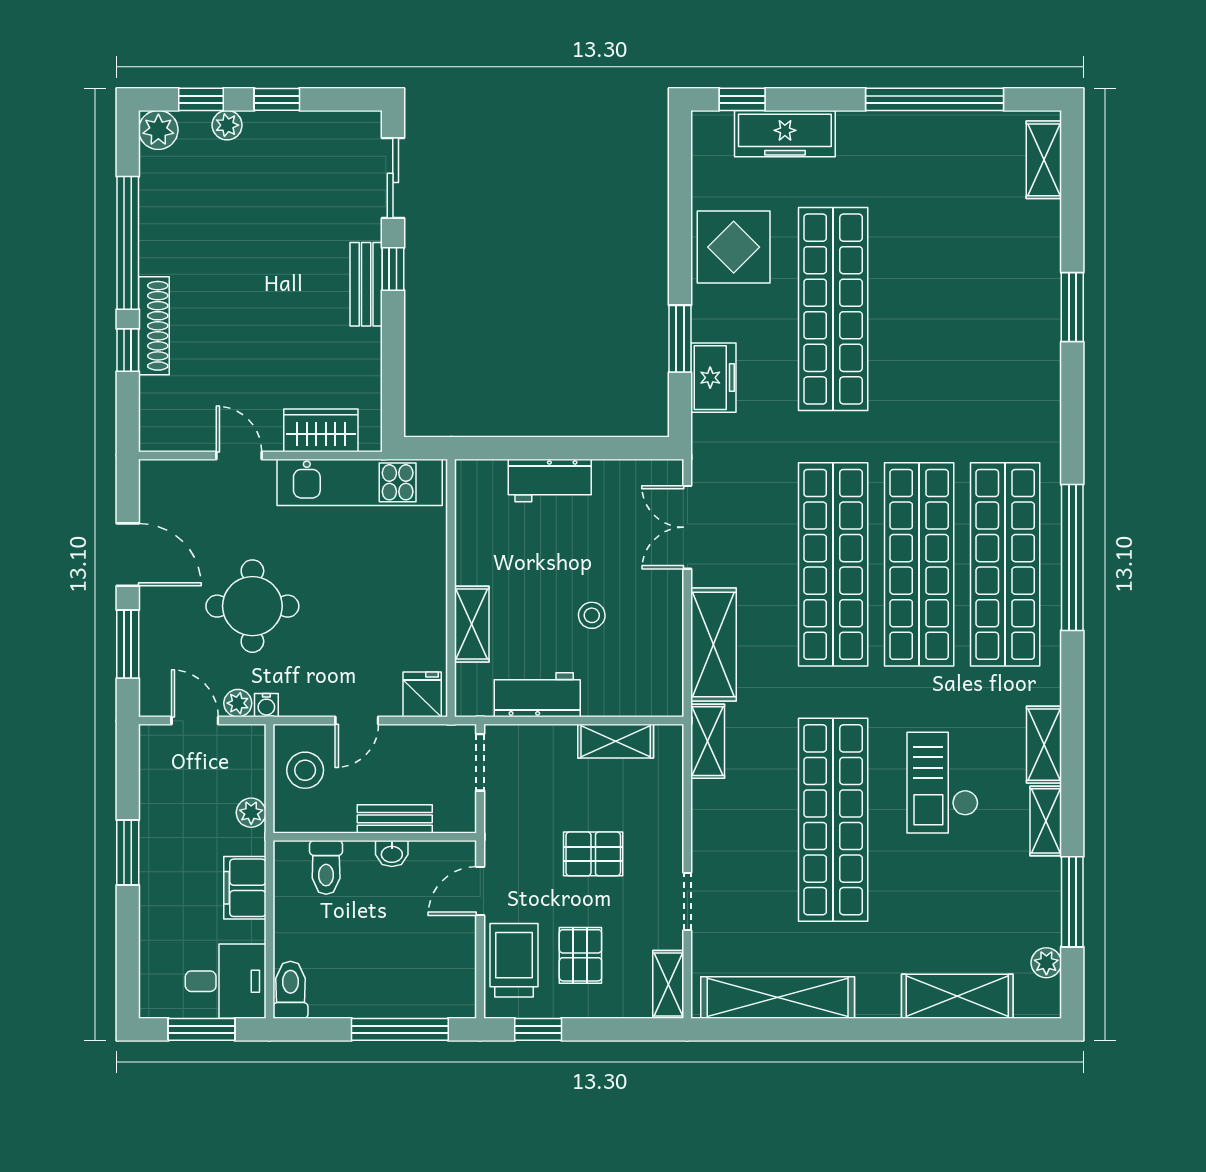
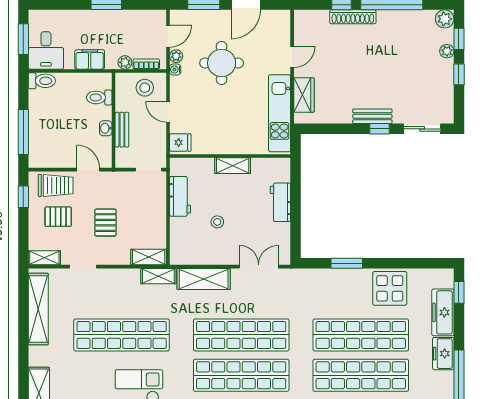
shop shelf: (919, 309) -> (361, 375), added
freezer: (713, 378) -> (443, 354), moved, turned 90
shelving: (472, 624) -> (233, 166), moved
shelving: (616, 741) -> (149, 257), moved, turned 90
bookcase: (255, 767) -> (146, 64), added

